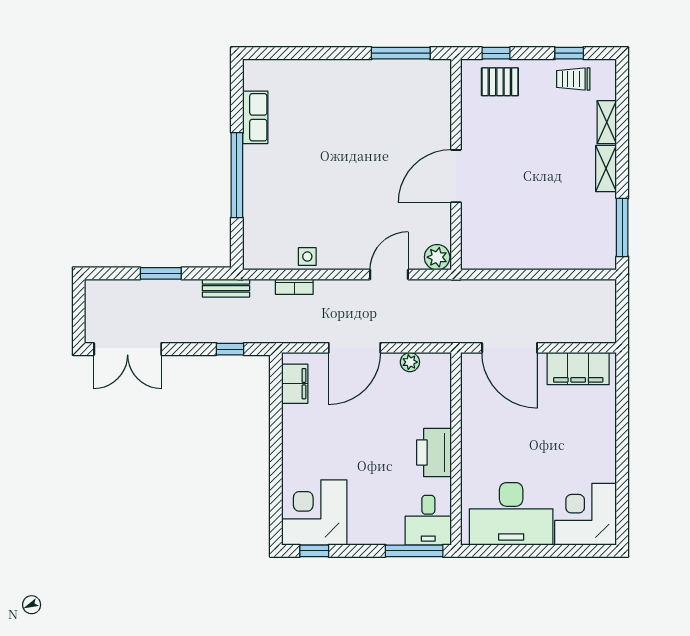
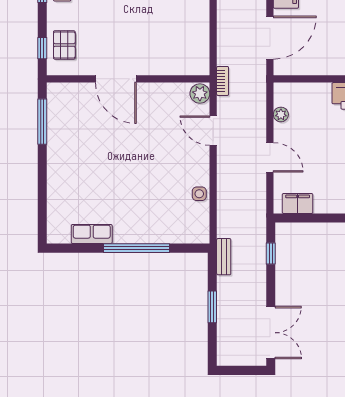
door: (456, 176) -> (116, 79), moved
bookcase: (294, 287) -> (223, 81), moved
door: (355, 348) -> (270, 157), width x0.73

